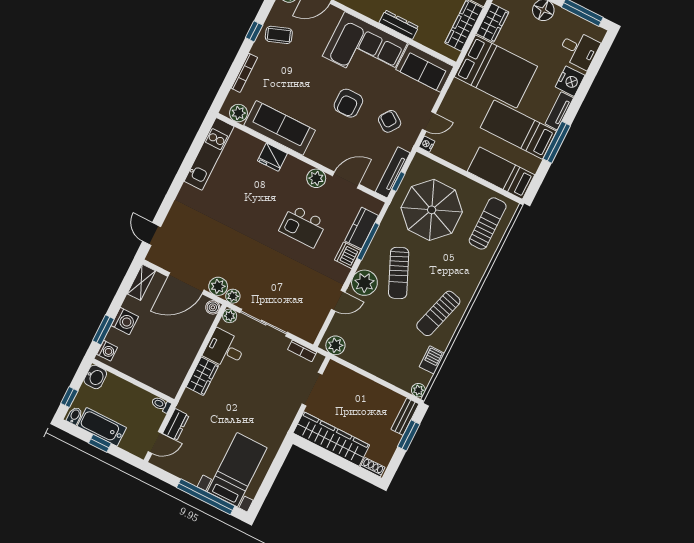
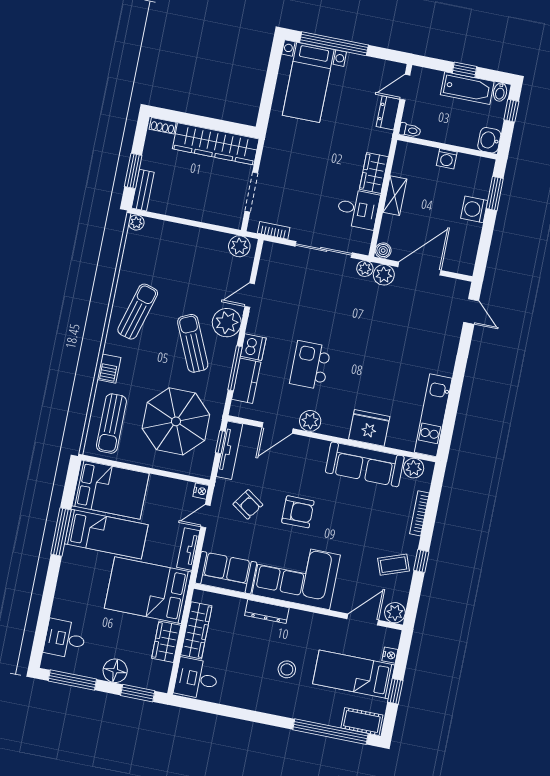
nightstand: (570, 81) -> (65, 602), removed
armchair: (348, 103) -> (298, 512), turned 90
tv unit: (559, 111) -> (188, 549), moved, turned 180
fridge: (272, 157) -> (369, 428), width x1.36, depth x1.34
bed: (501, 173) -> (111, 490), width x1.50
kitchen island: (303, 226) -> (310, 365), turned -90
shelving: (141, 282) -> (395, 196), moved
plant: (230, 316) -> (362, 246), removed
washing machine: (107, 351) -> (447, 159), moved, turned -90
barbecue: (432, 360) -> (109, 369), moved

